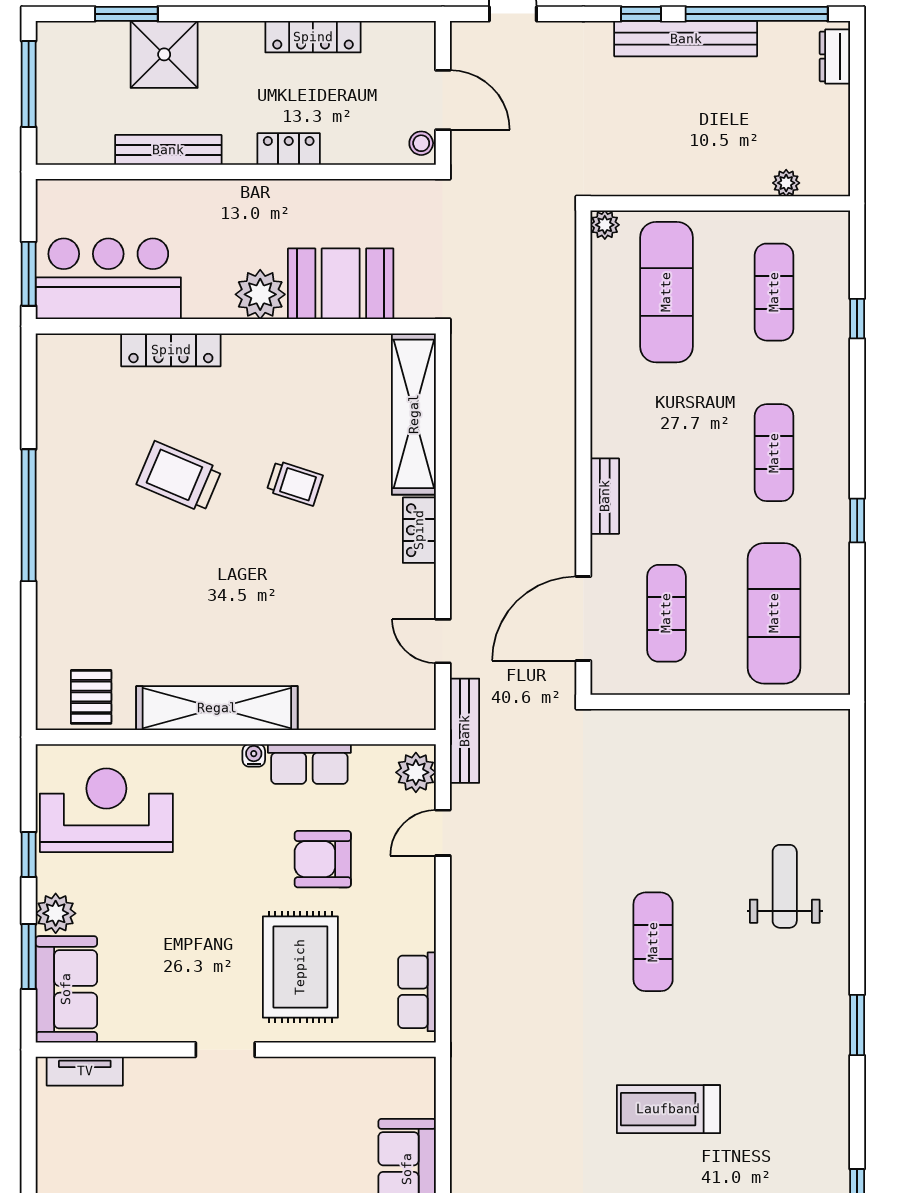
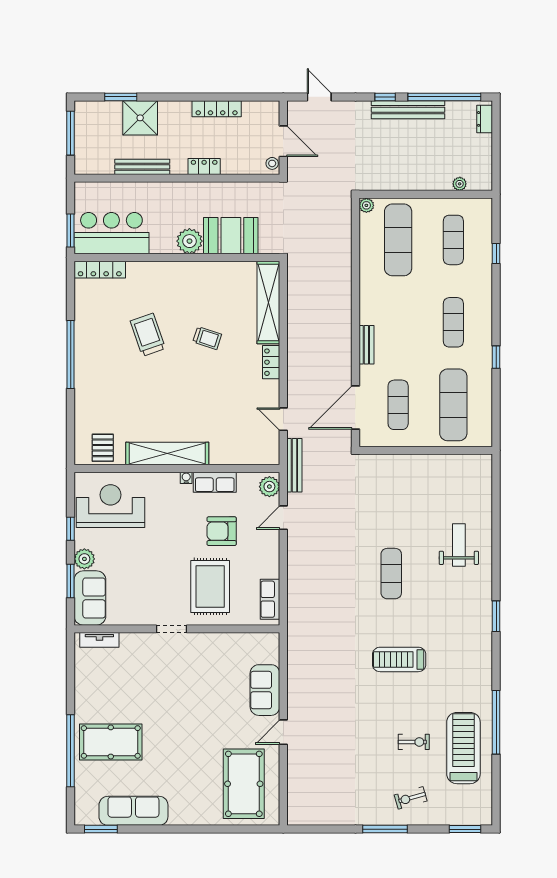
locker: (171, 350) -> (100, 270), moved
trolley: (179, 477) -> (148, 335), turned 48

